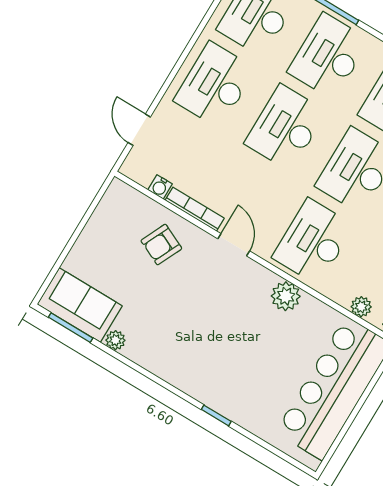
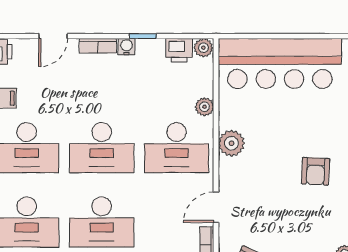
plant: (361, 307) -> (204, 107), moved
armchair: (211, 360) -> (316, 171), added

